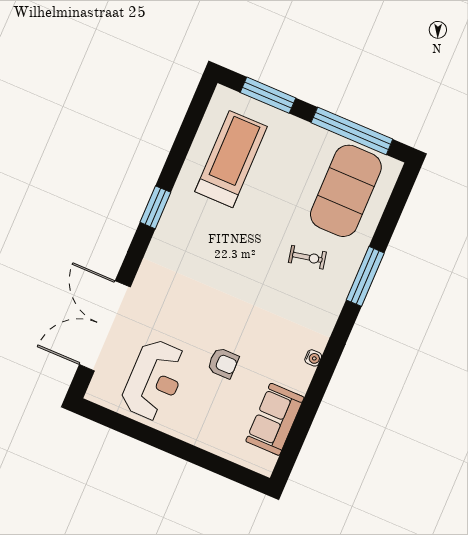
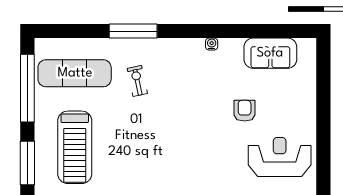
treadmill: (231, 159) -> (75, 147), moved, turned -90
exercise mat: (346, 191) -> (75, 73), width x0.68

